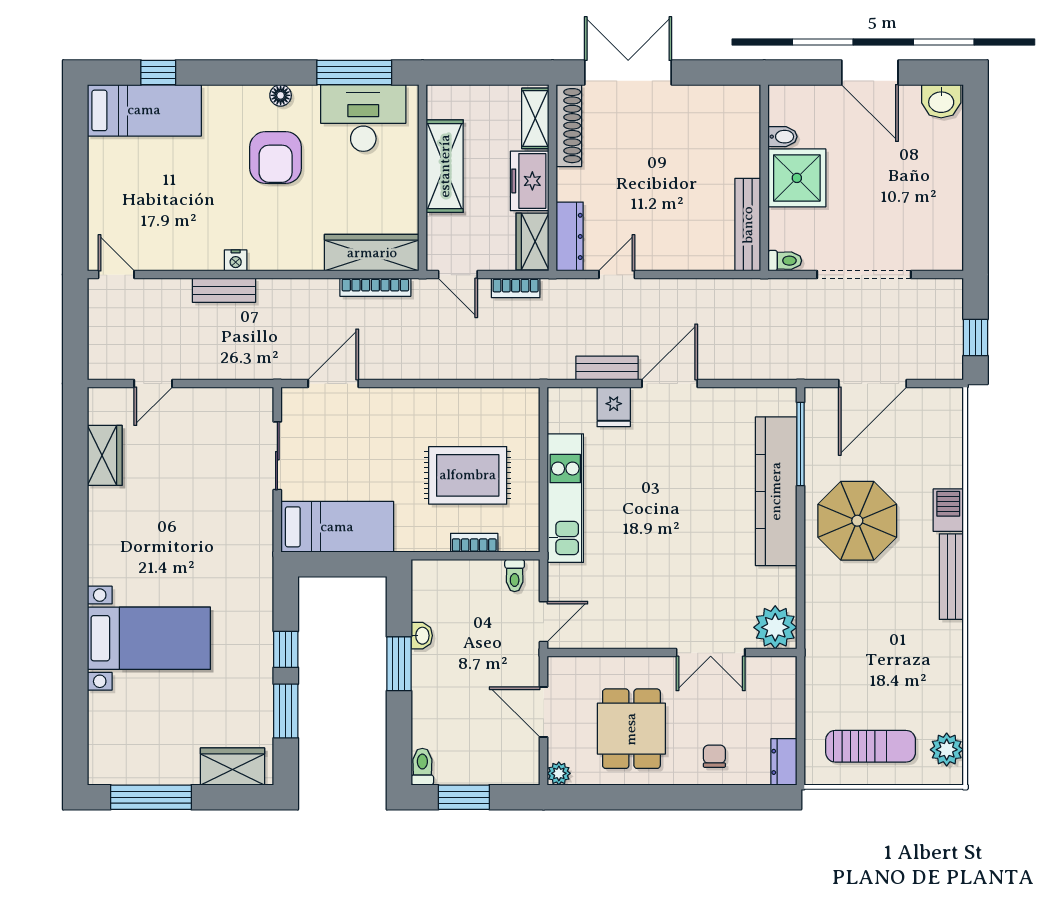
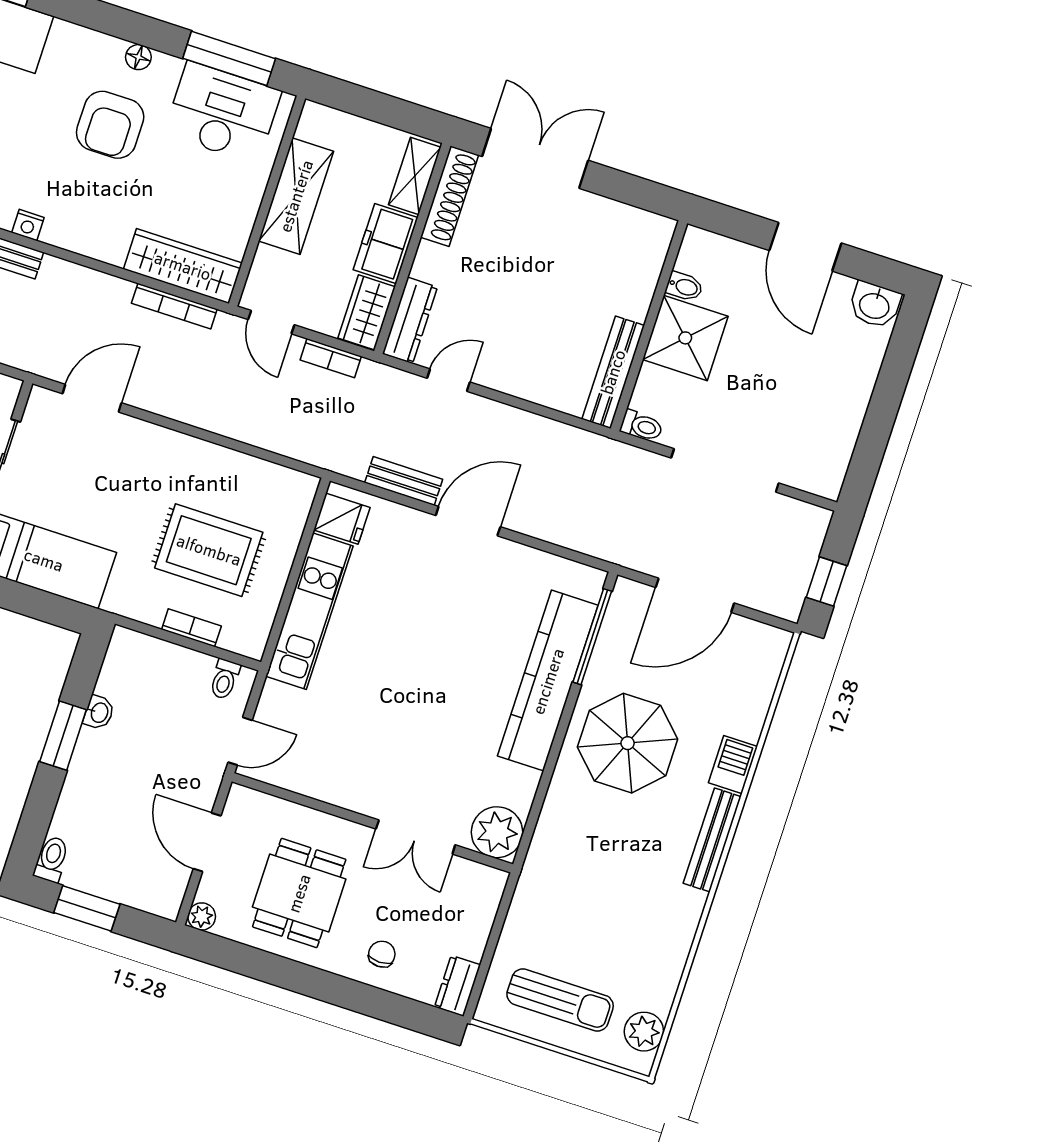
fridge: (614, 407) -> (342, 519), moved, turned -90

